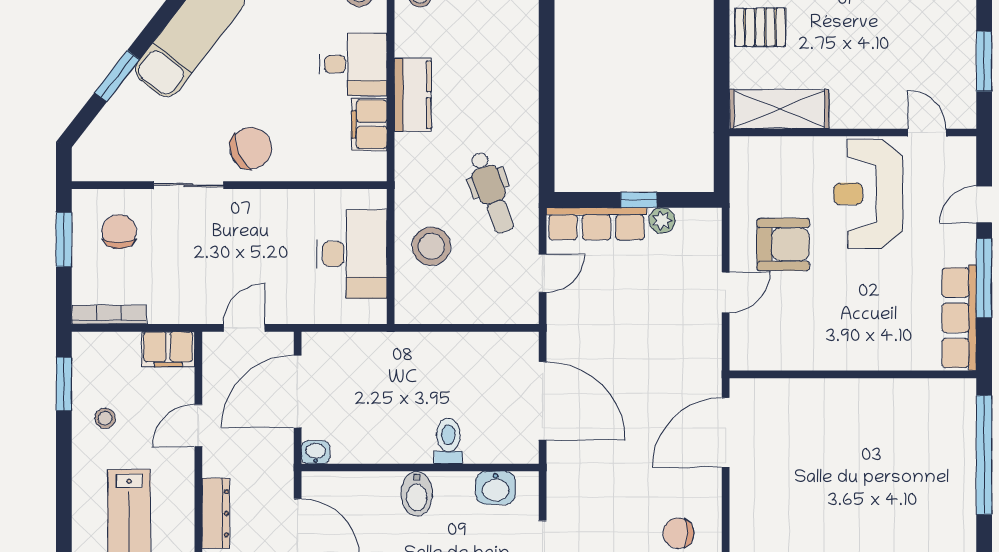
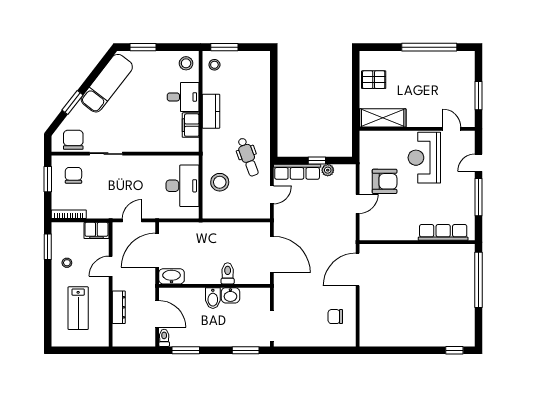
chair: (251, 148) -> (73, 140), moved, turned -66
row of seats: (959, 318) -> (443, 232), moved, turned 90
washbasin: (315, 452) -> (172, 276), width x1.91, depth x1.45
washbasin: (496, 488) -> (230, 295), moved

